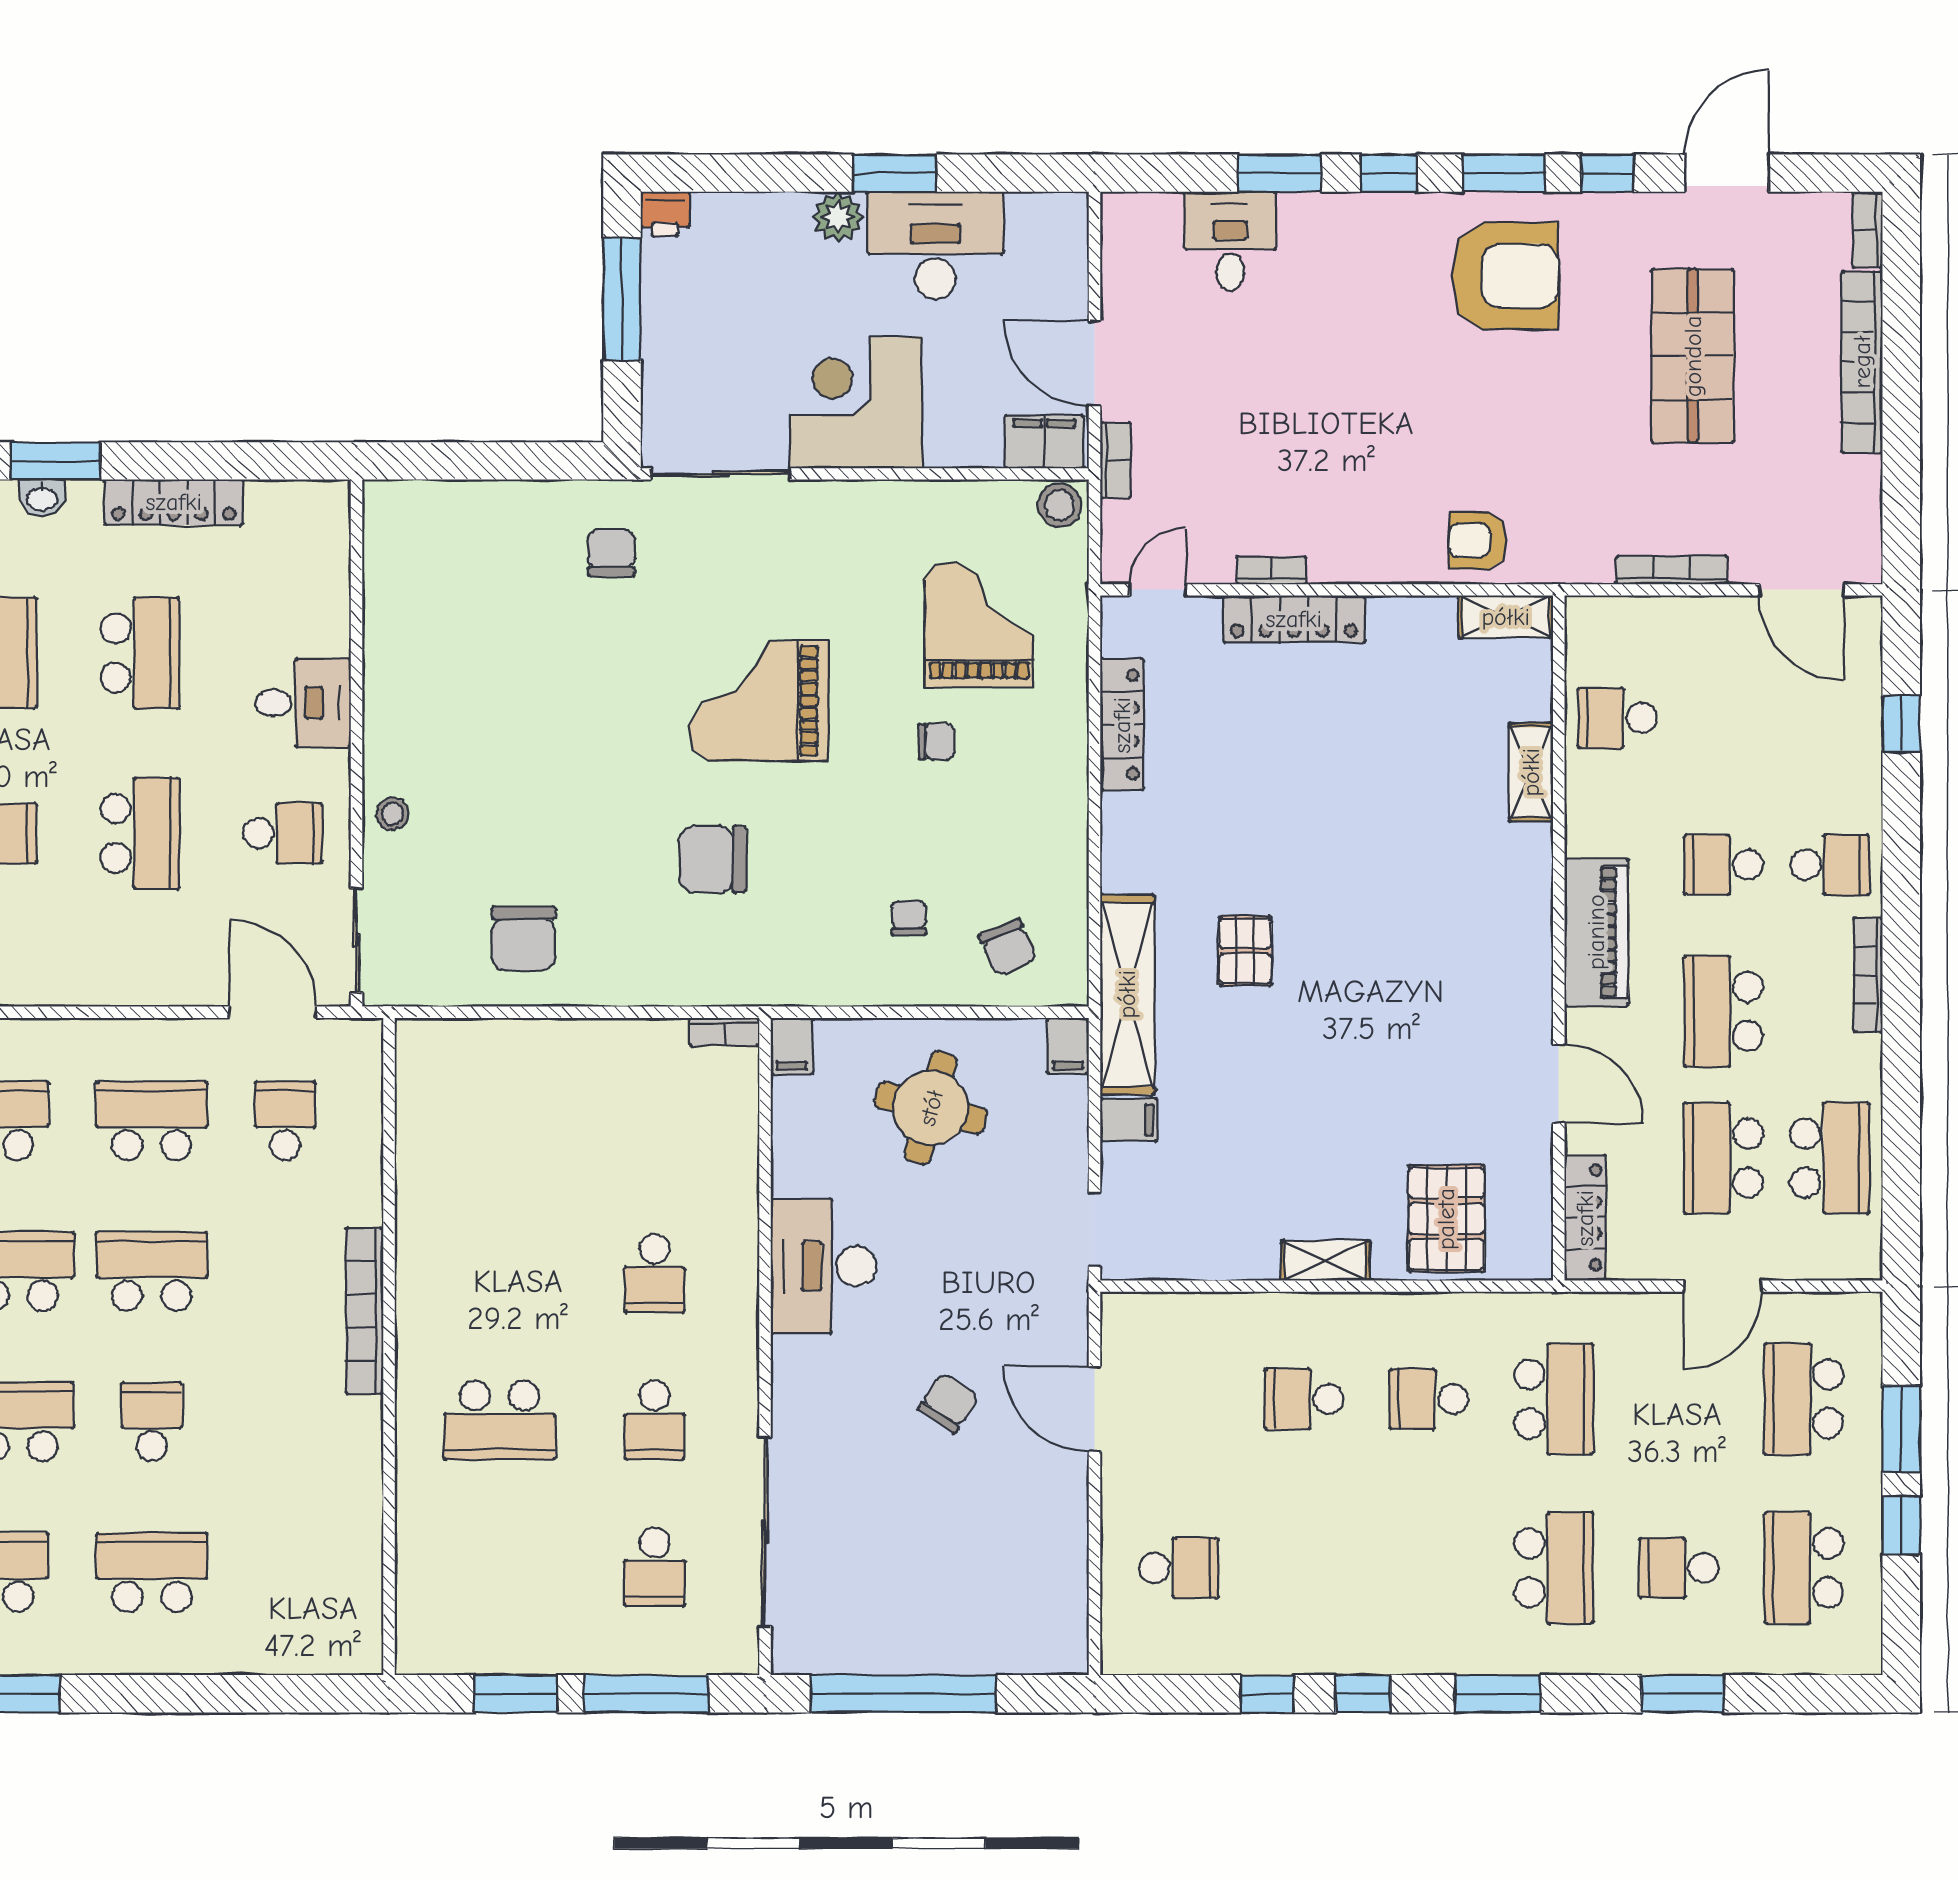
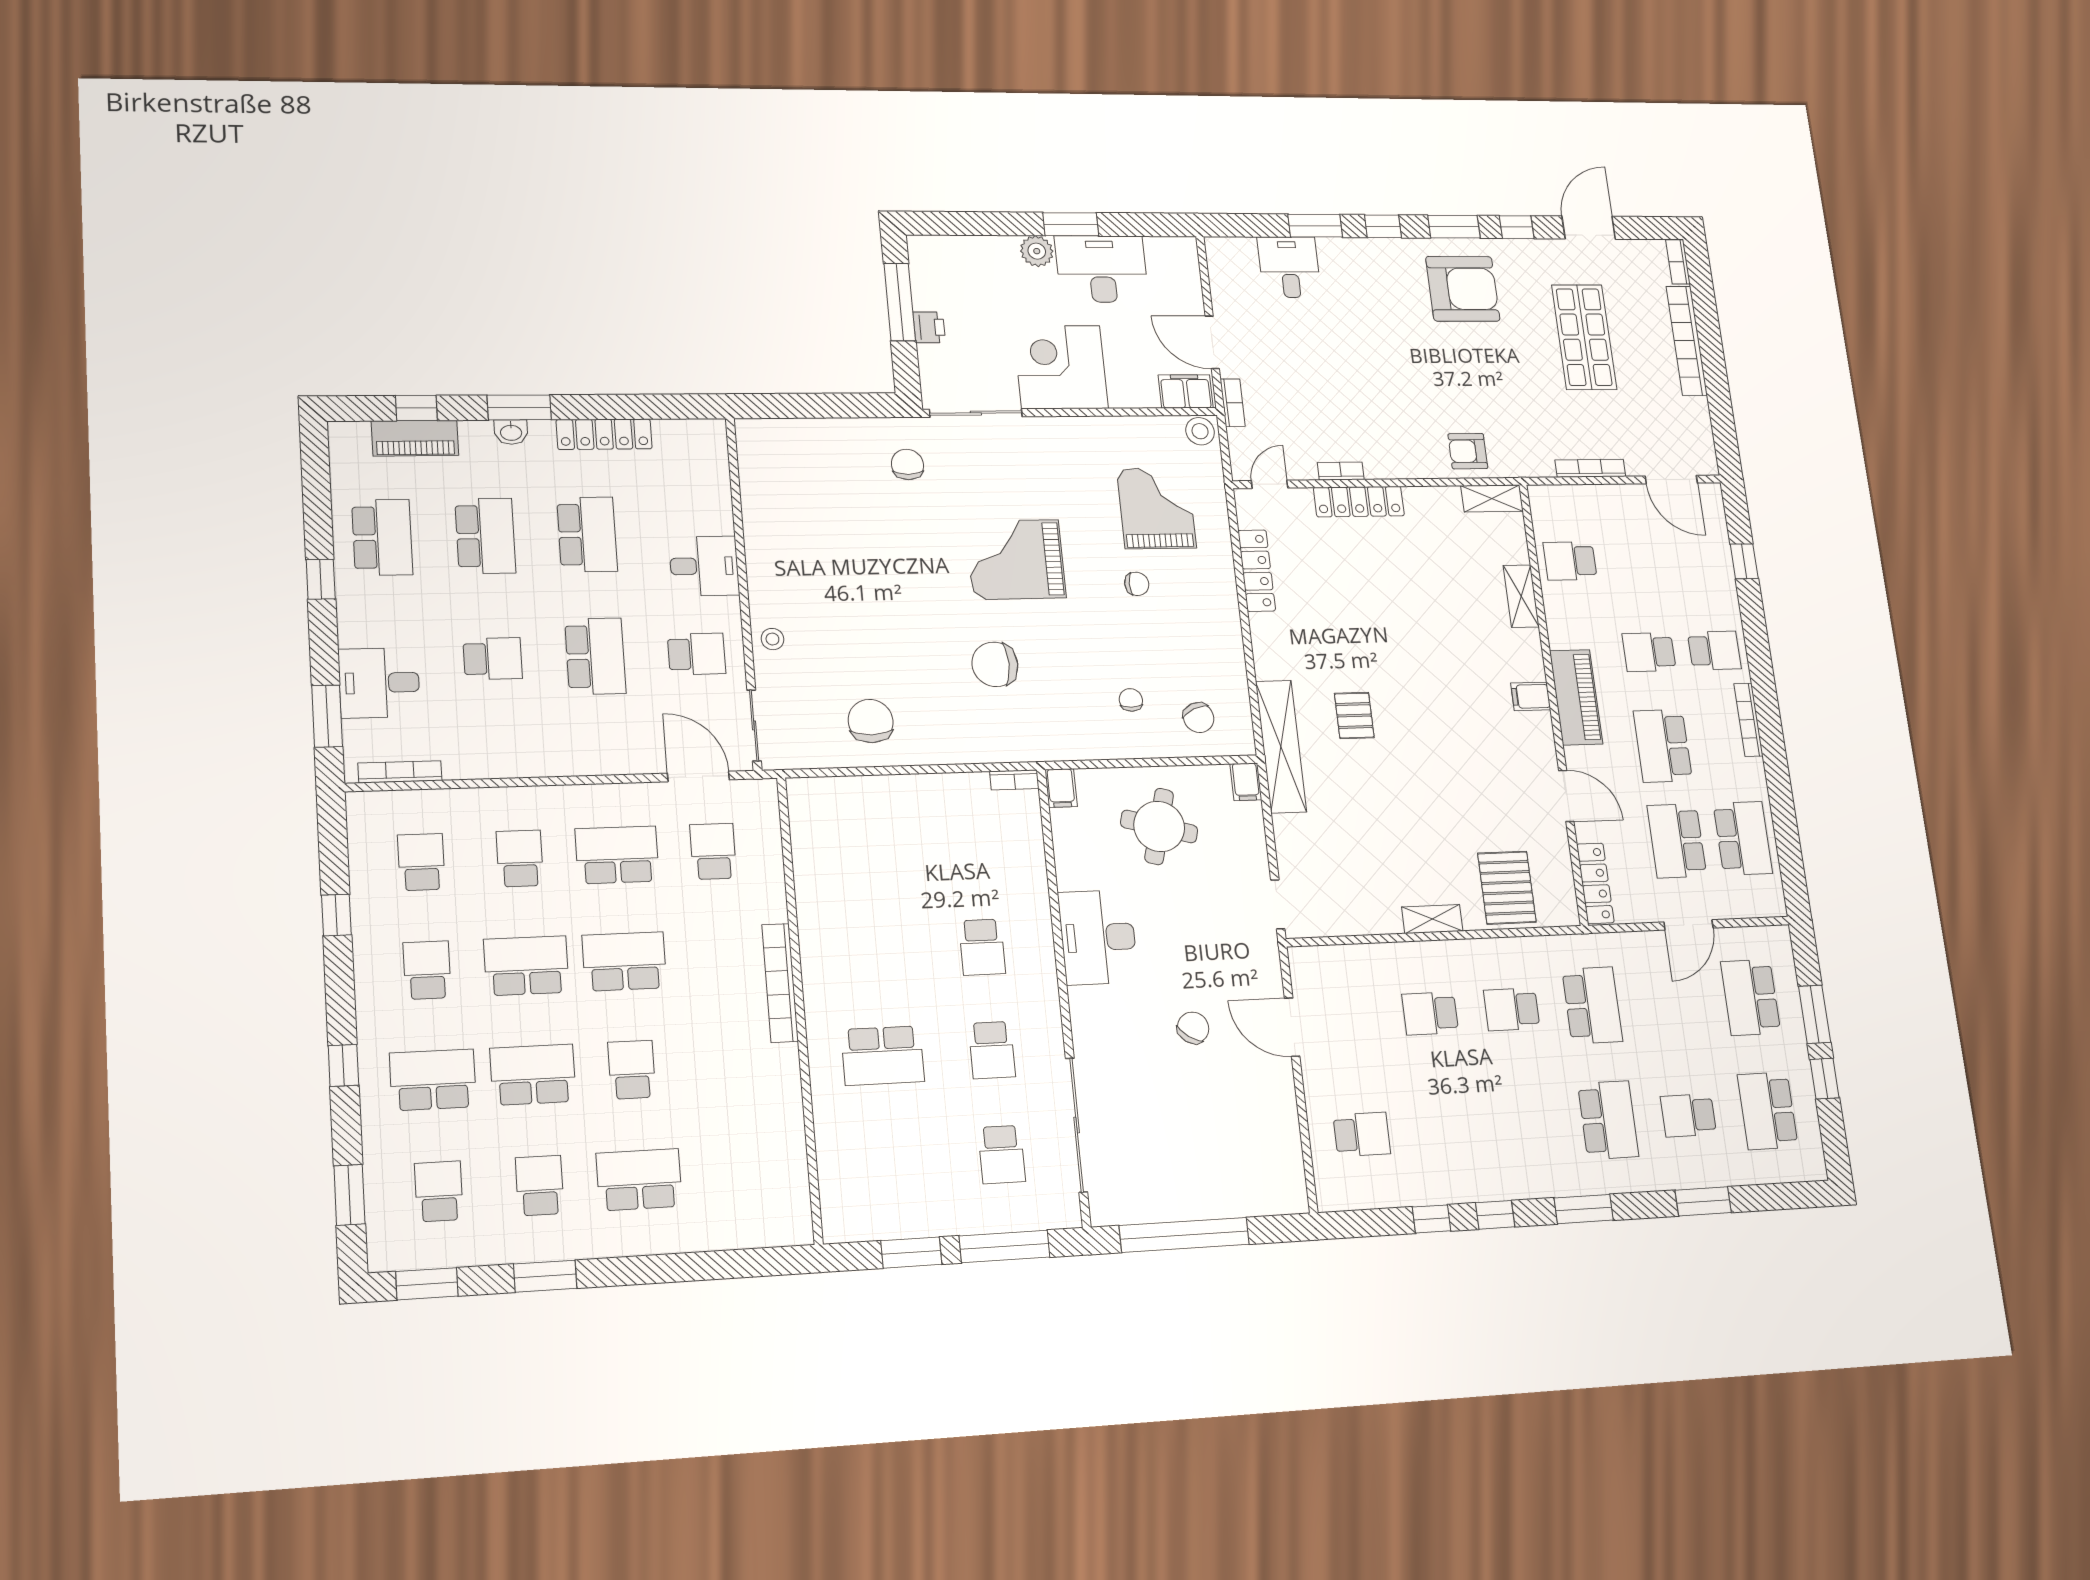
printer: (665, 214) -> (929, 327), moved, turned -90
chair: (524, 939) -> (871, 721), turned 180
filing cabinet: (1129, 1120) -> (1531, 696), moved, turned 180

